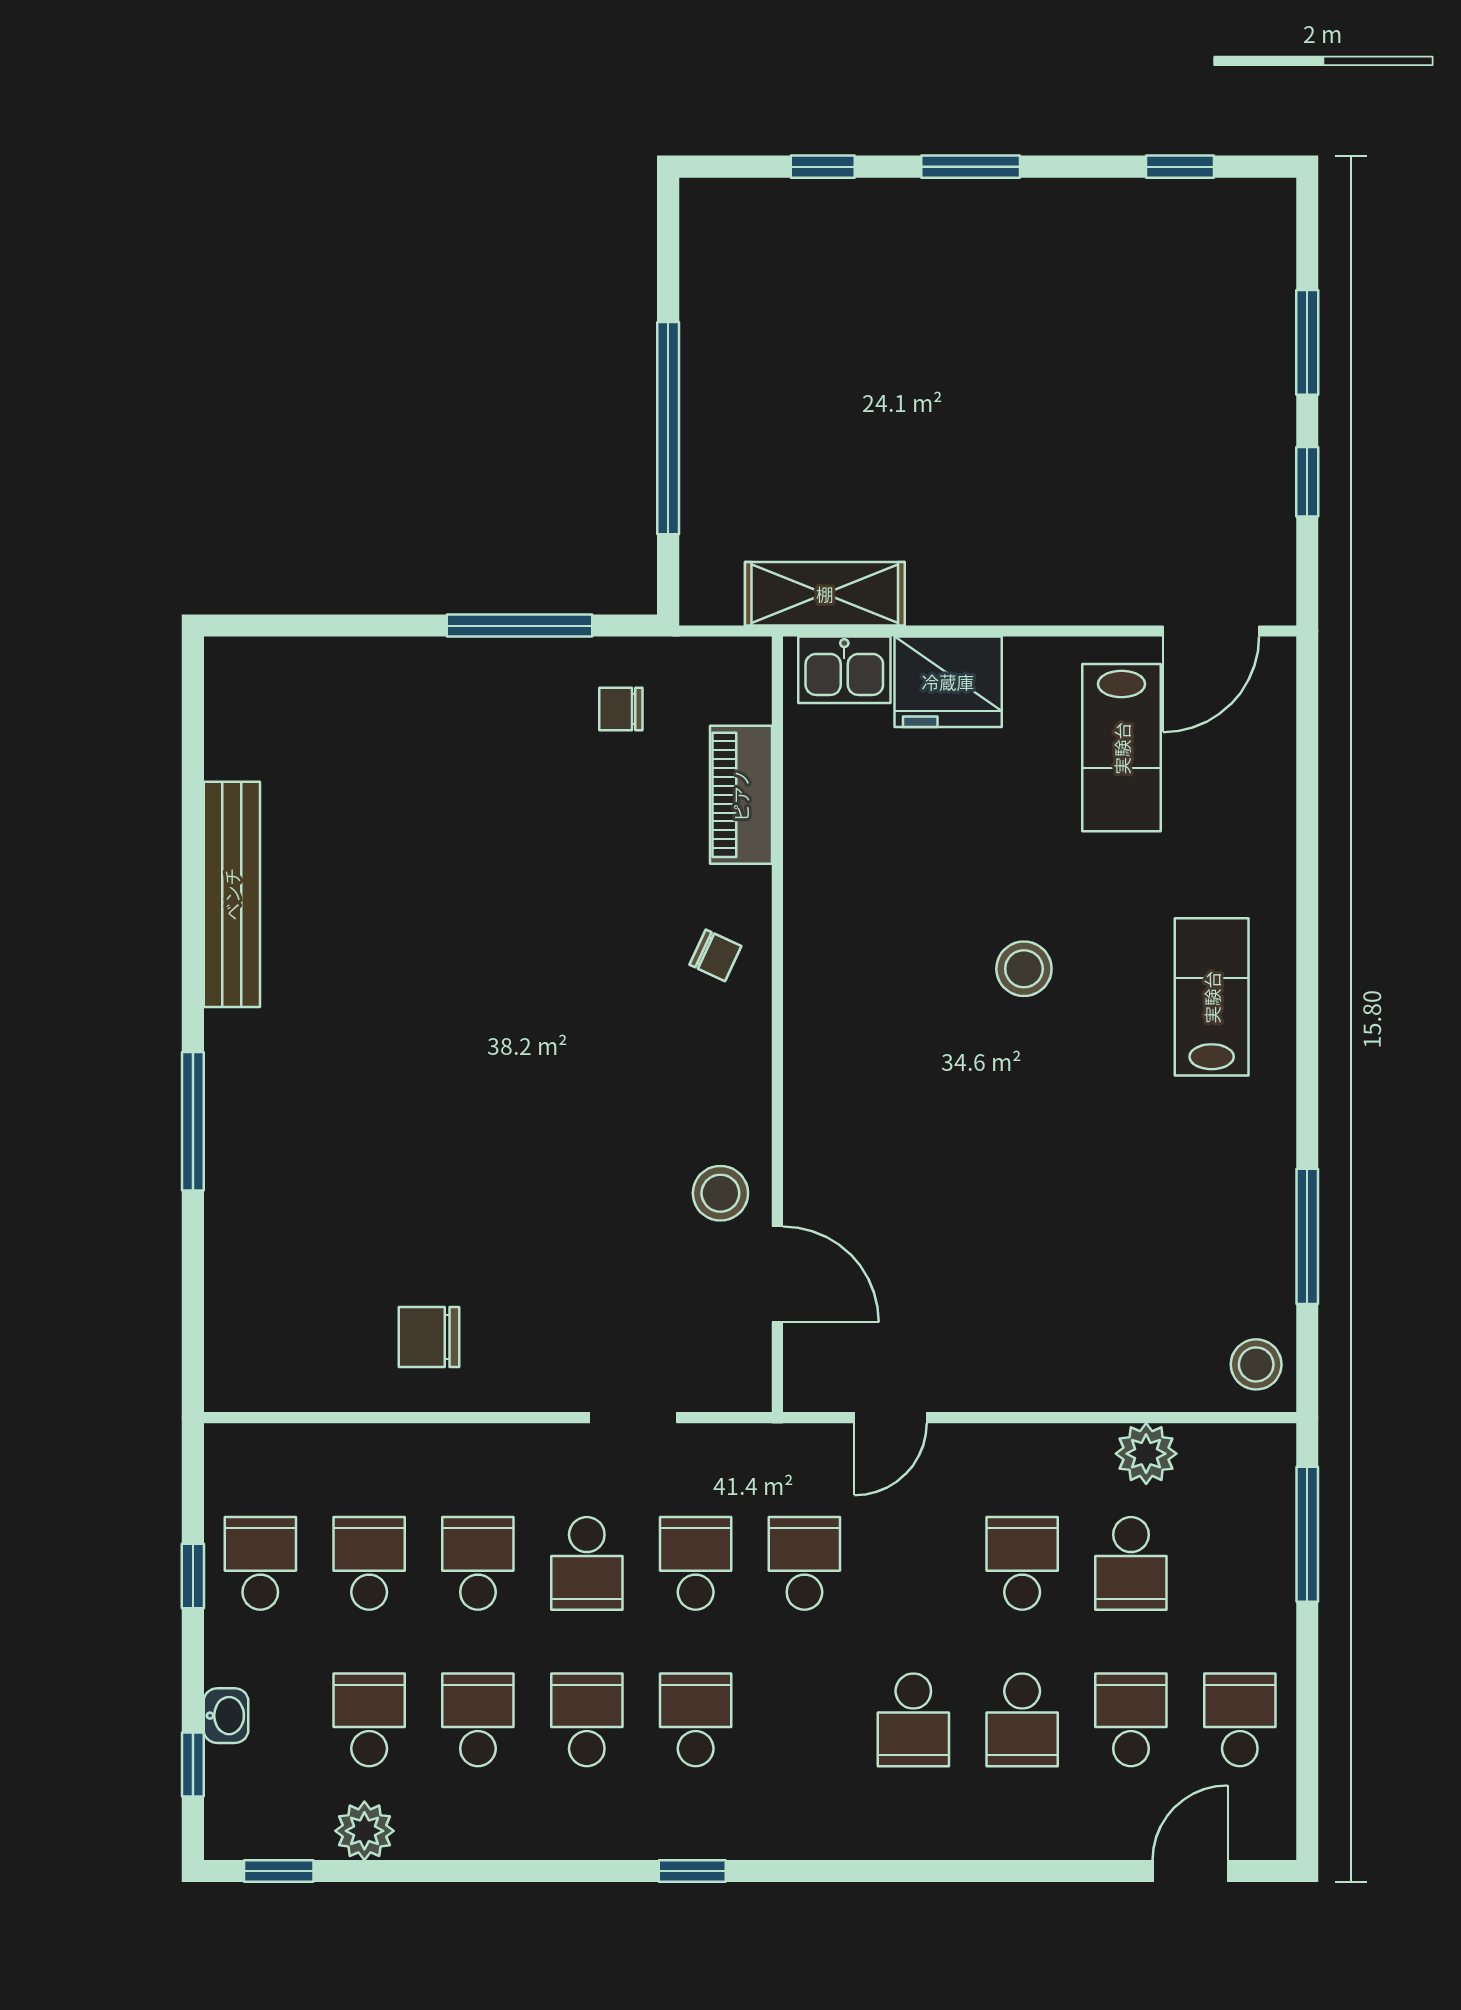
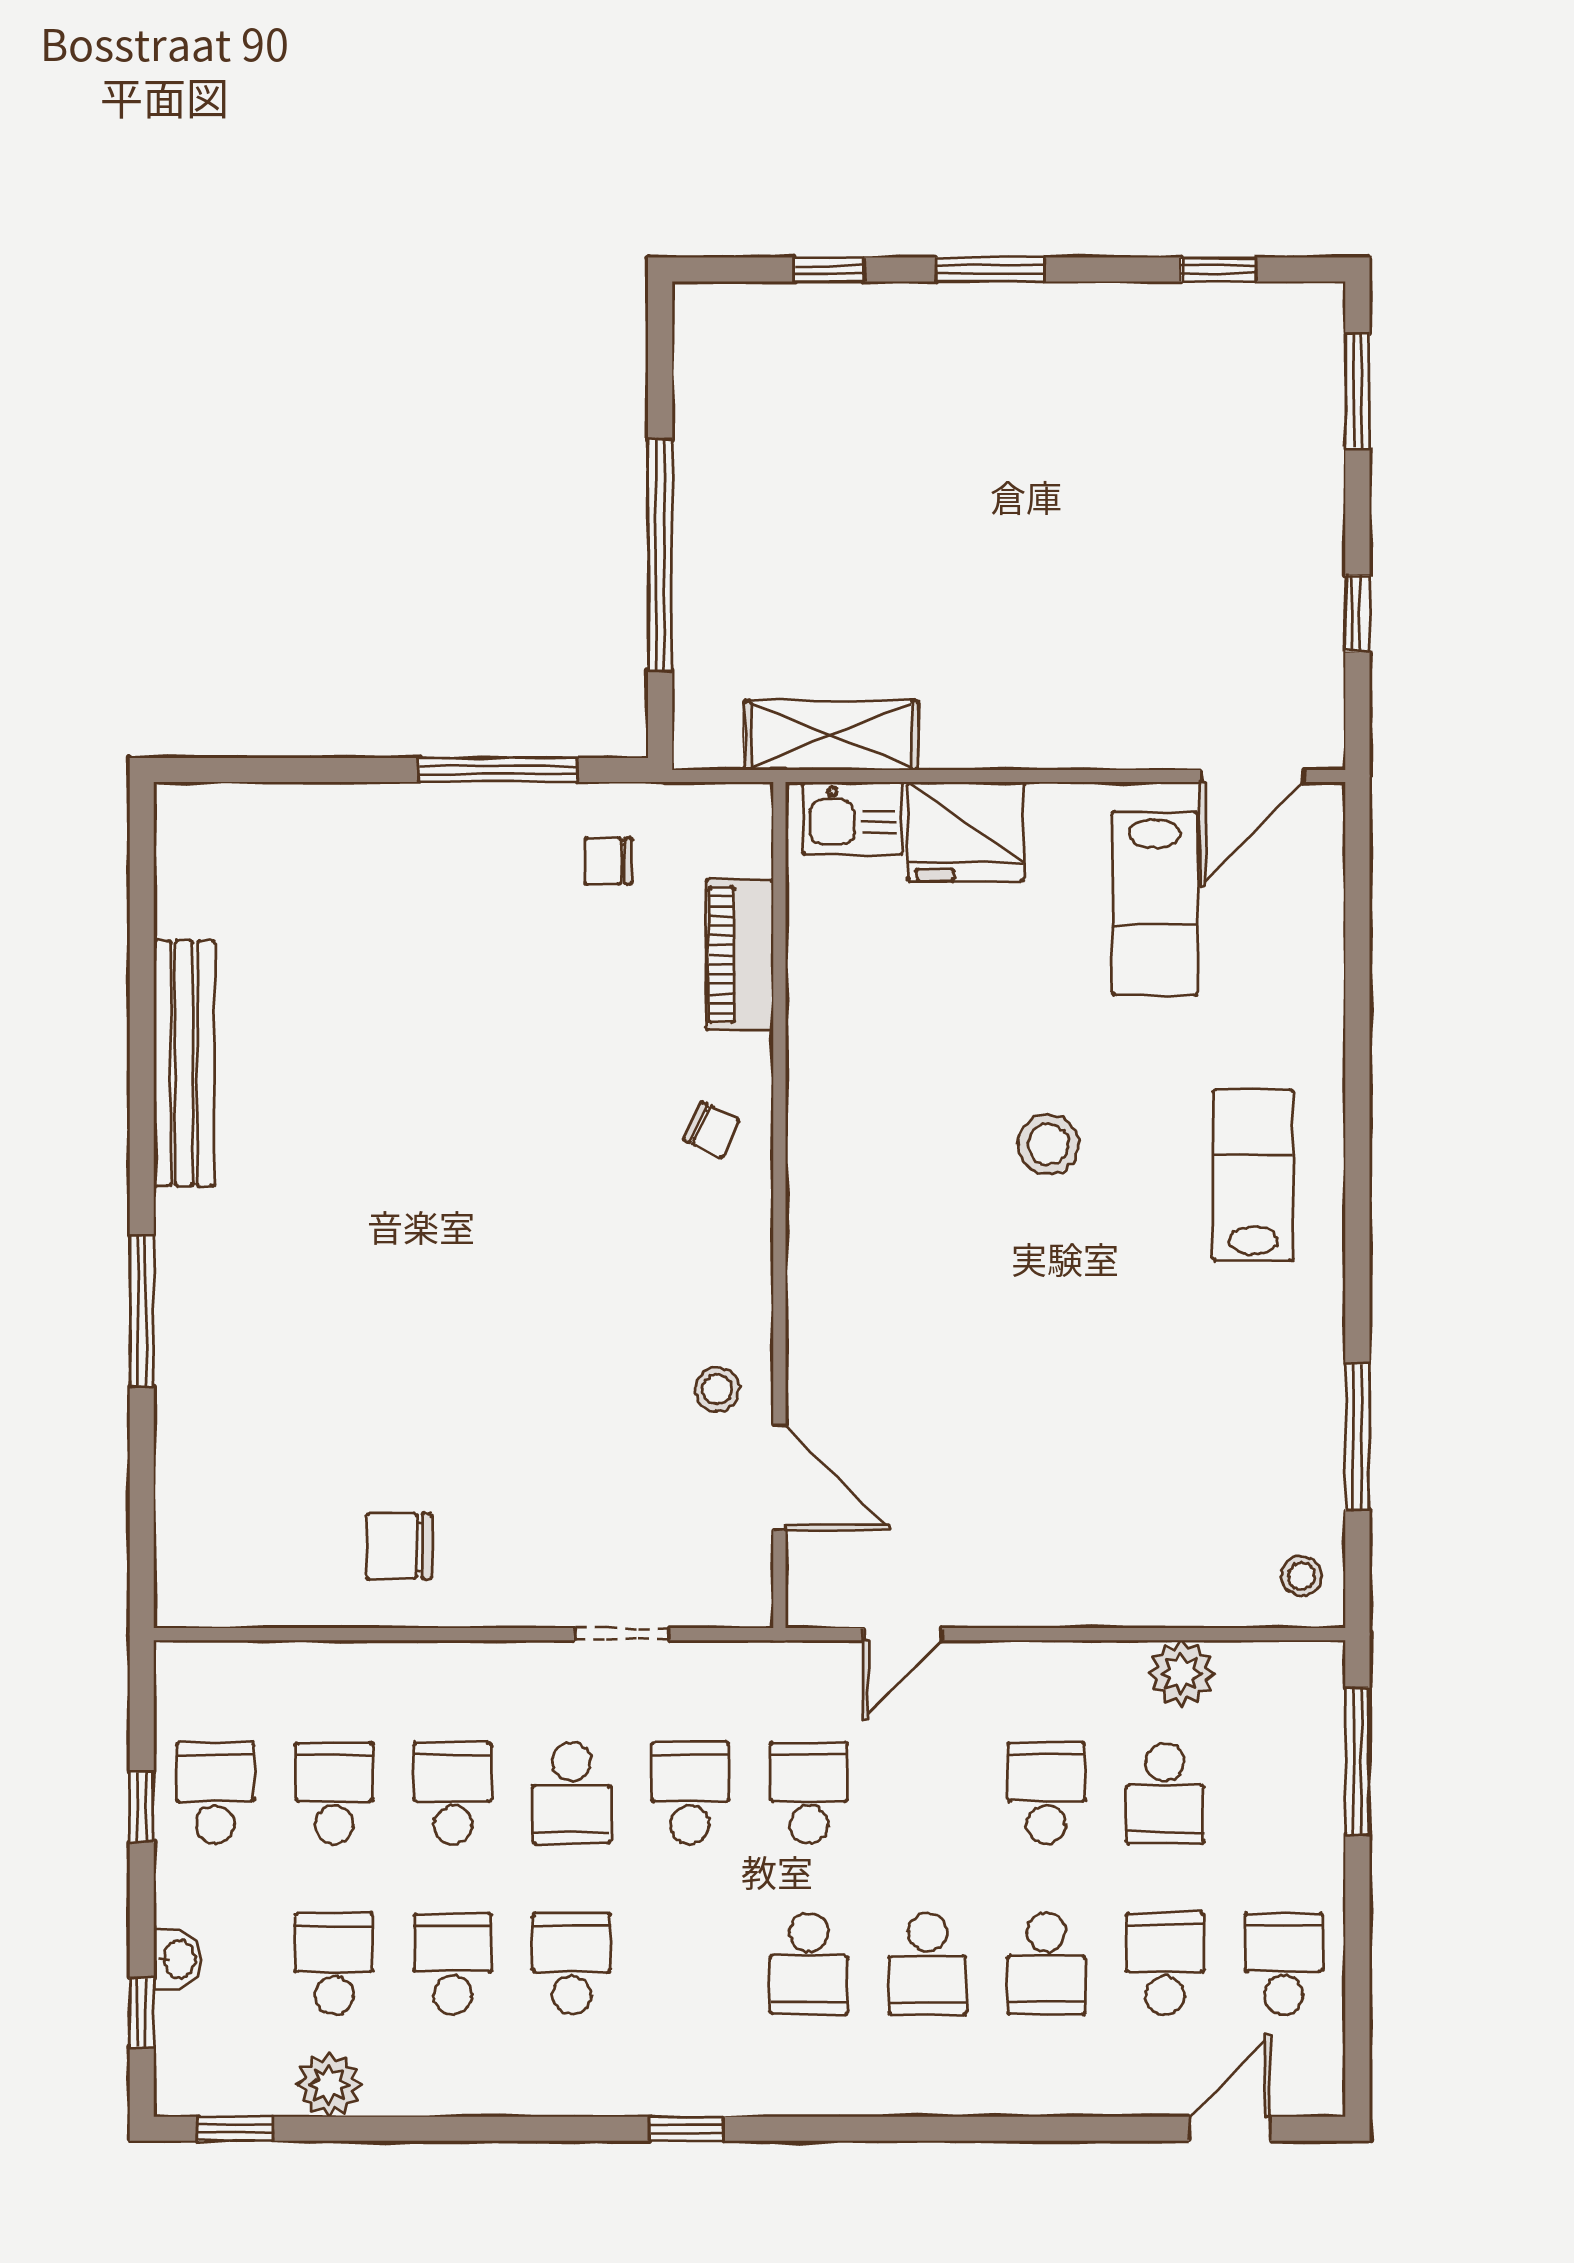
window: (1307, 342) -> (1357, 391), moved
stool: (720, 1193) -> (717, 1389), width x0.73, depth x0.73
stool: (1256, 1364) -> (1302, 1576), width x0.73, depth x0.73
school desk: (696, 1720) -> (809, 1964), moved, turned 180

